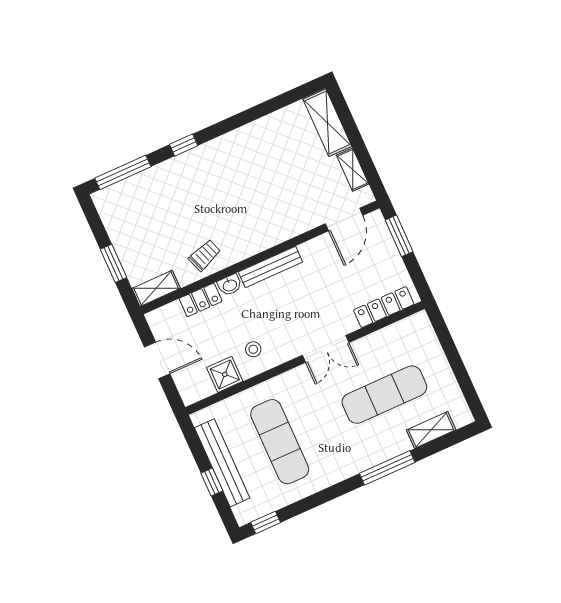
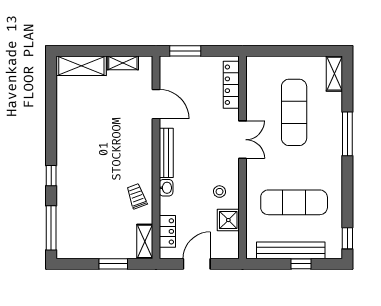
door: (344, 220) -> (156, 104), moved
locker: (201, 300) -> (167, 231), moved
shelving: (431, 430) -> (334, 74), moved

